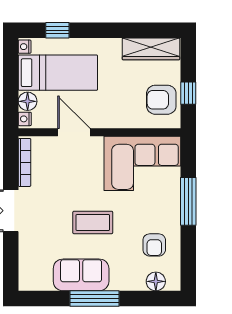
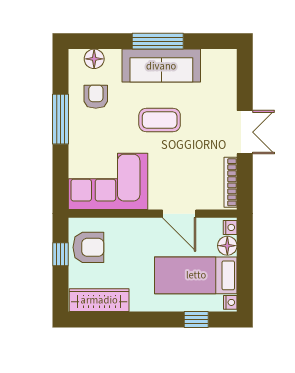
window: (188, 201) -> (60, 119), moved
sofa: (81, 275) -> (161, 66), width x1.36

